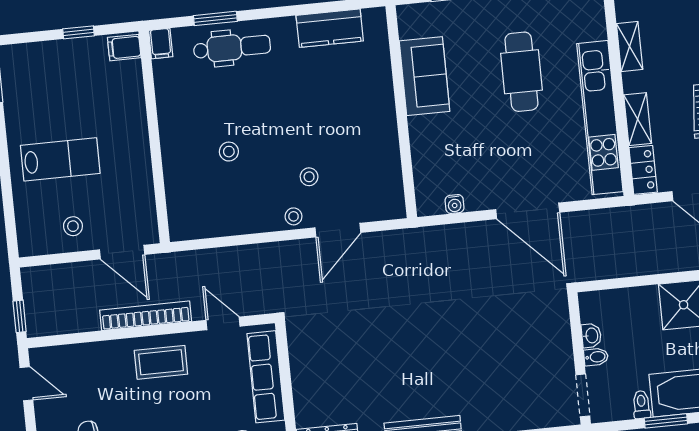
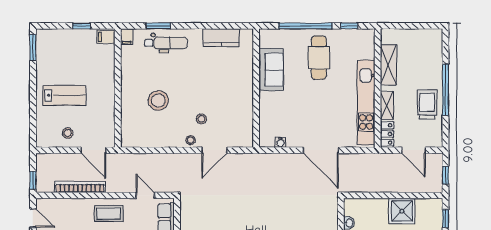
shelving: (630, 46) -> (389, 65), width x1.50, depth x1.33
cafe table: (521, 72) -> (319, 58), moved
stool: (229, 152) -> (158, 100), width x1.89, depth x1.89
bookcase: (146, 316) -> (80, 187), moved

